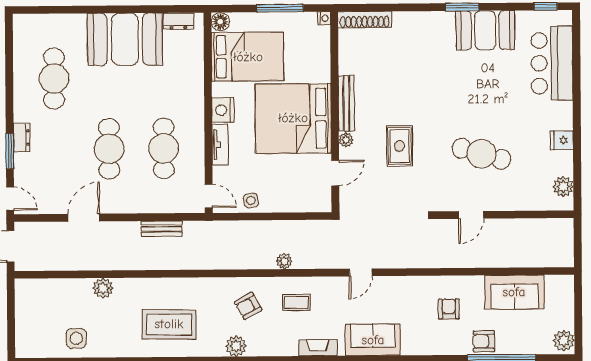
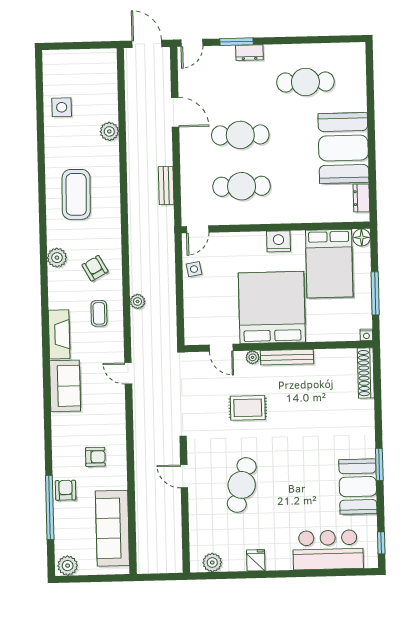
tv unit: (220, 145) -> (246, 239), removed
sofa: (514, 292) -> (112, 528), width x1.36
fireplace: (318, 348) -> (59, 334), width x1.37, depth x1.32

